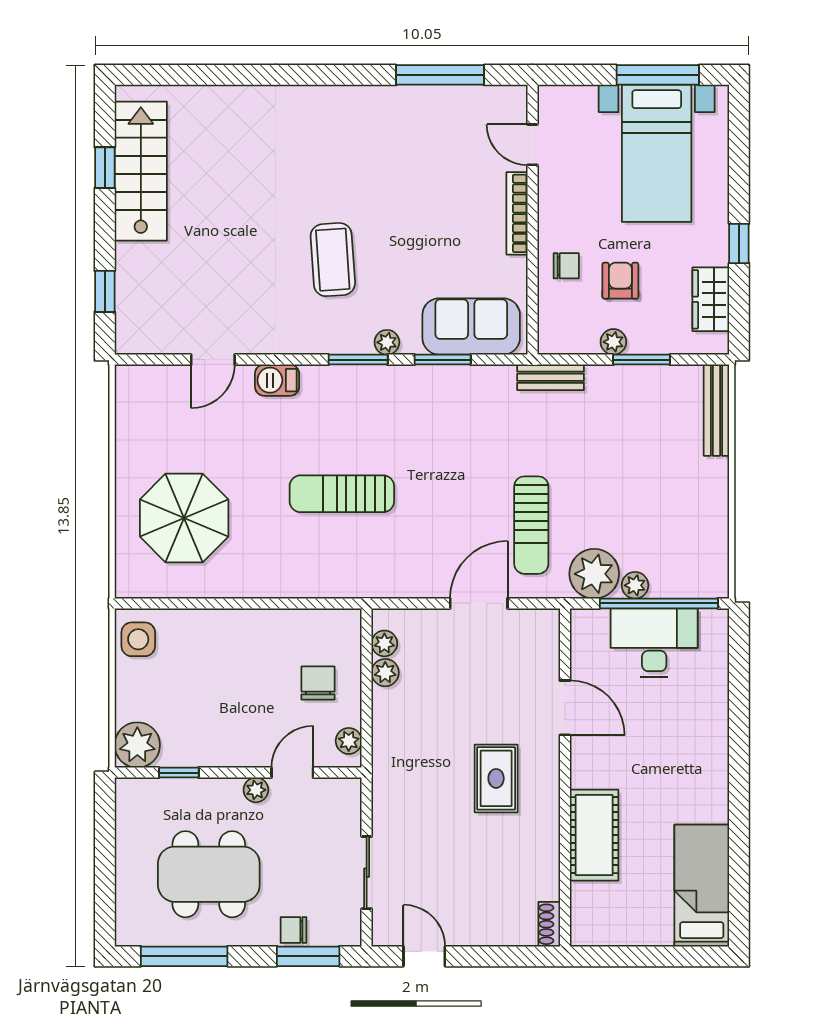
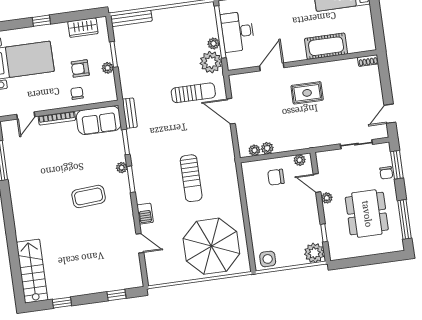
stairs: (141, 171) -> (32, 271), moved, turned 90
window: (739, 243) -> (41, 21), moved
sofa: (471, 326) -> (99, 120), moved, turned -90
bench: (551, 377) -> (130, 113), moved
parasol: (184, 518) -> (211, 246), width x1.36, depth x1.36

